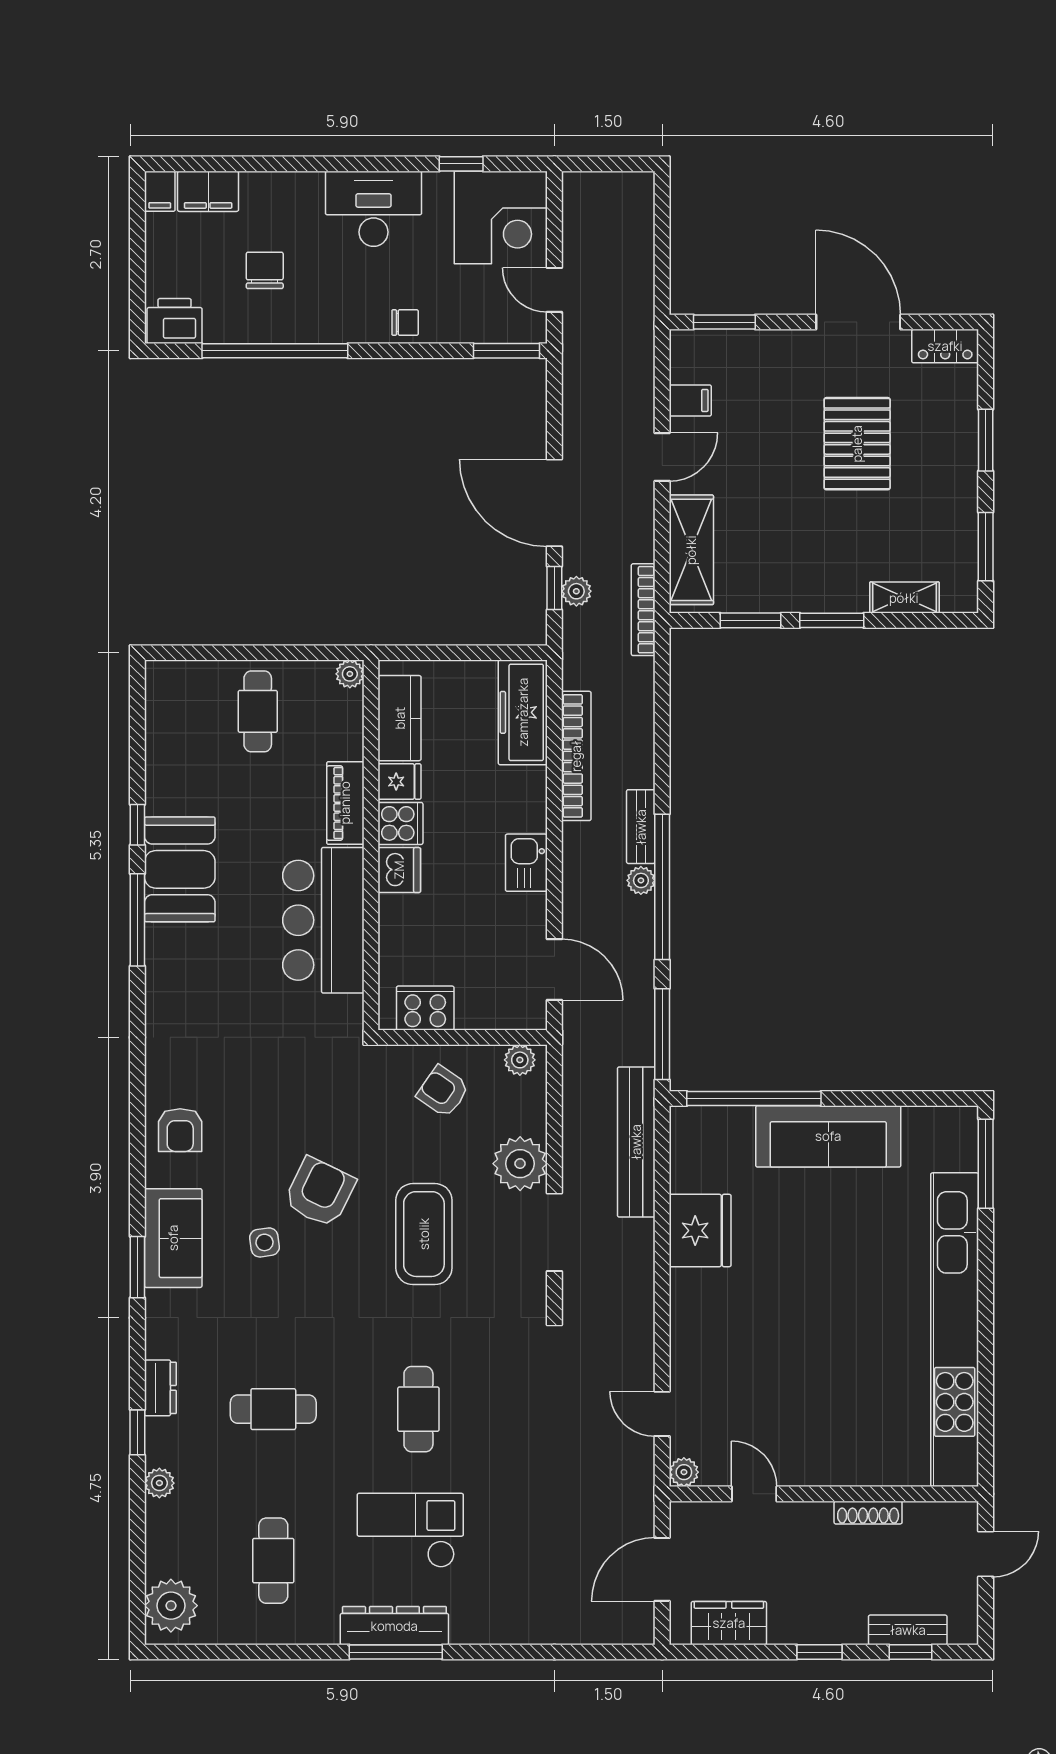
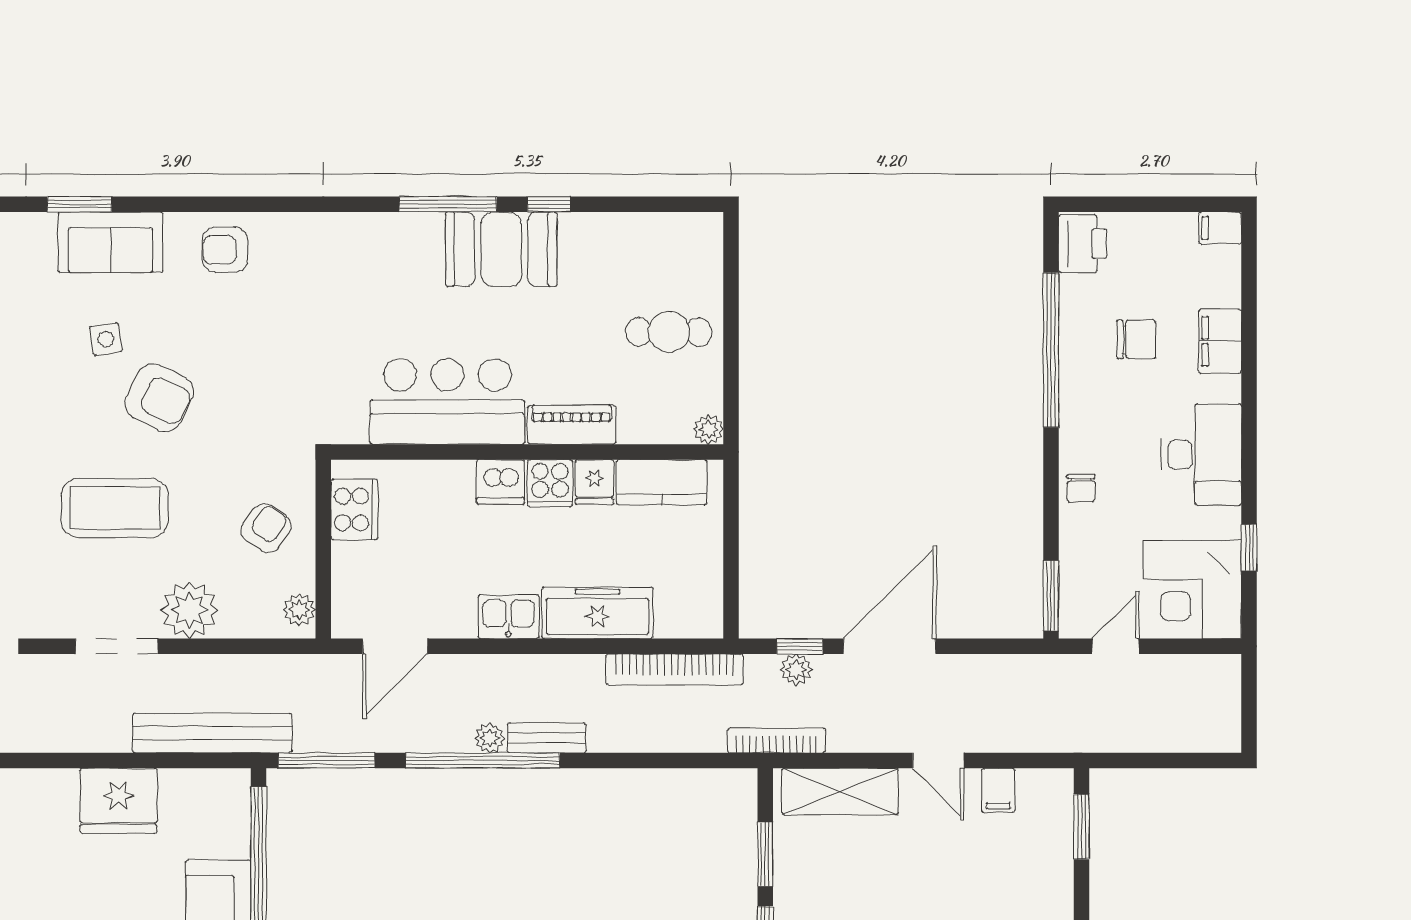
filing cabinet: (208, 191) -> (1220, 341), moved
freezer: (523, 712) -> (597, 613), moved
bookcase: (576, 756) -> (675, 669), moved

